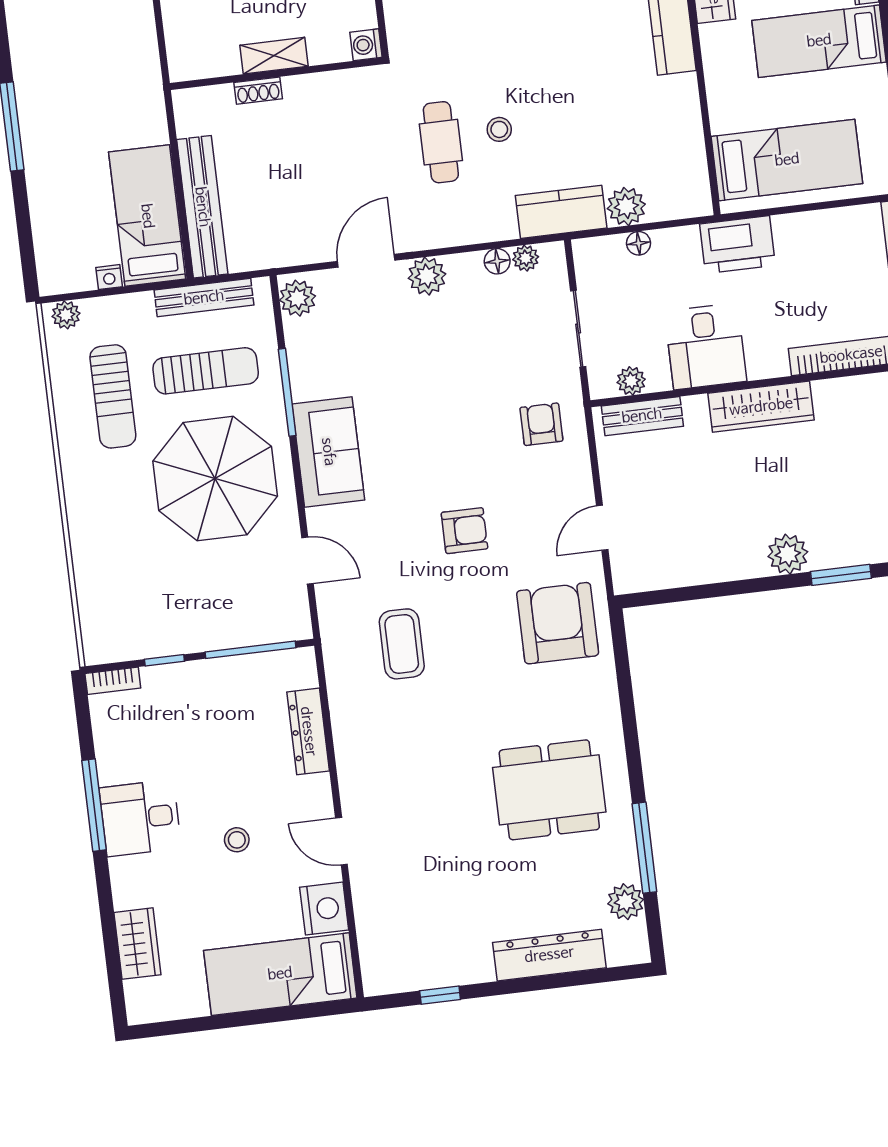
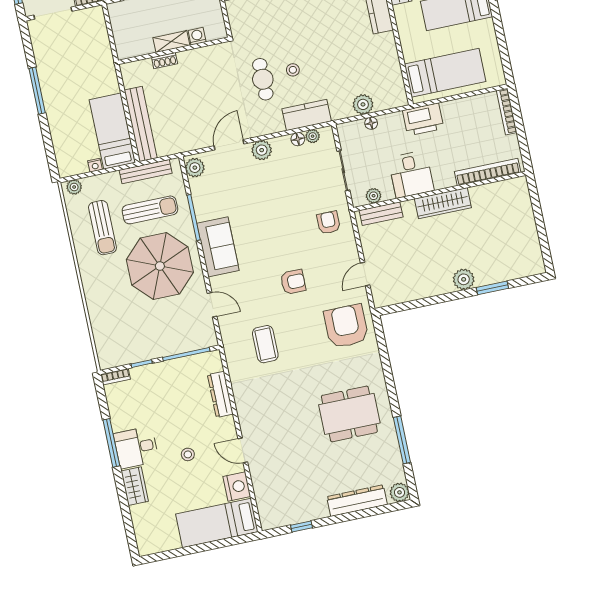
washing machine: (366, 45) -> (197, 36), moved, turned 90
kitchen counter: (561, 212) -> (307, 115), moved
plant: (626, 902) -> (399, 492), moved
wardrobe: (137, 944) -> (135, 486), moved

